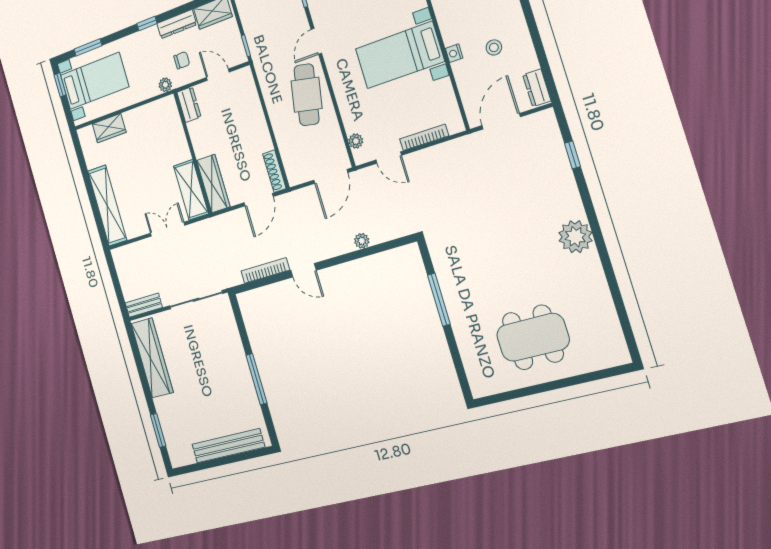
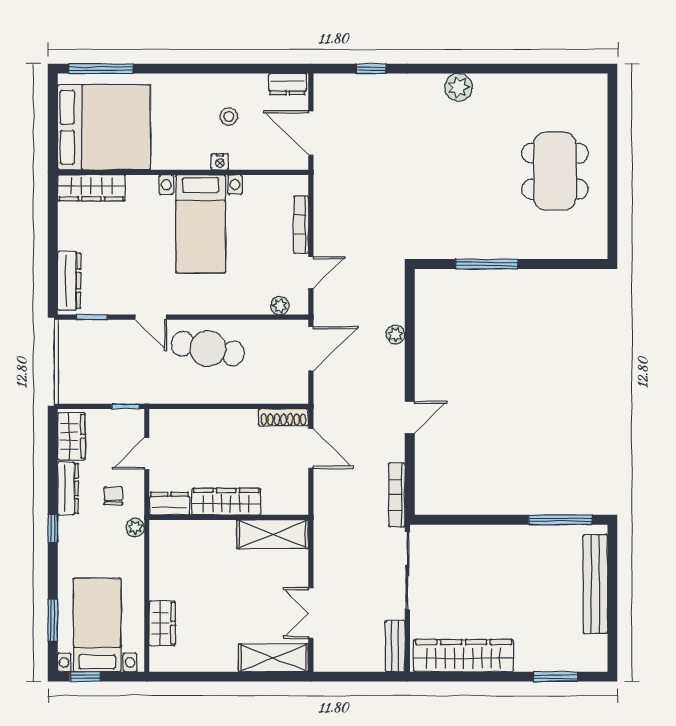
door: (331, 176) -> (311, 349), hinge flipped
wardrobe: (213, 184) -> (226, 502), moved
shelving: (107, 206) -> (274, 658), width x0.68
double door: (167, 229) -> (311, 613), moved
plant: (575, 237) -> (459, 87), width x0.73, depth x0.73
bookcase: (265, 270) -> (397, 495), moved
window: (256, 379) -> (560, 520), moved

